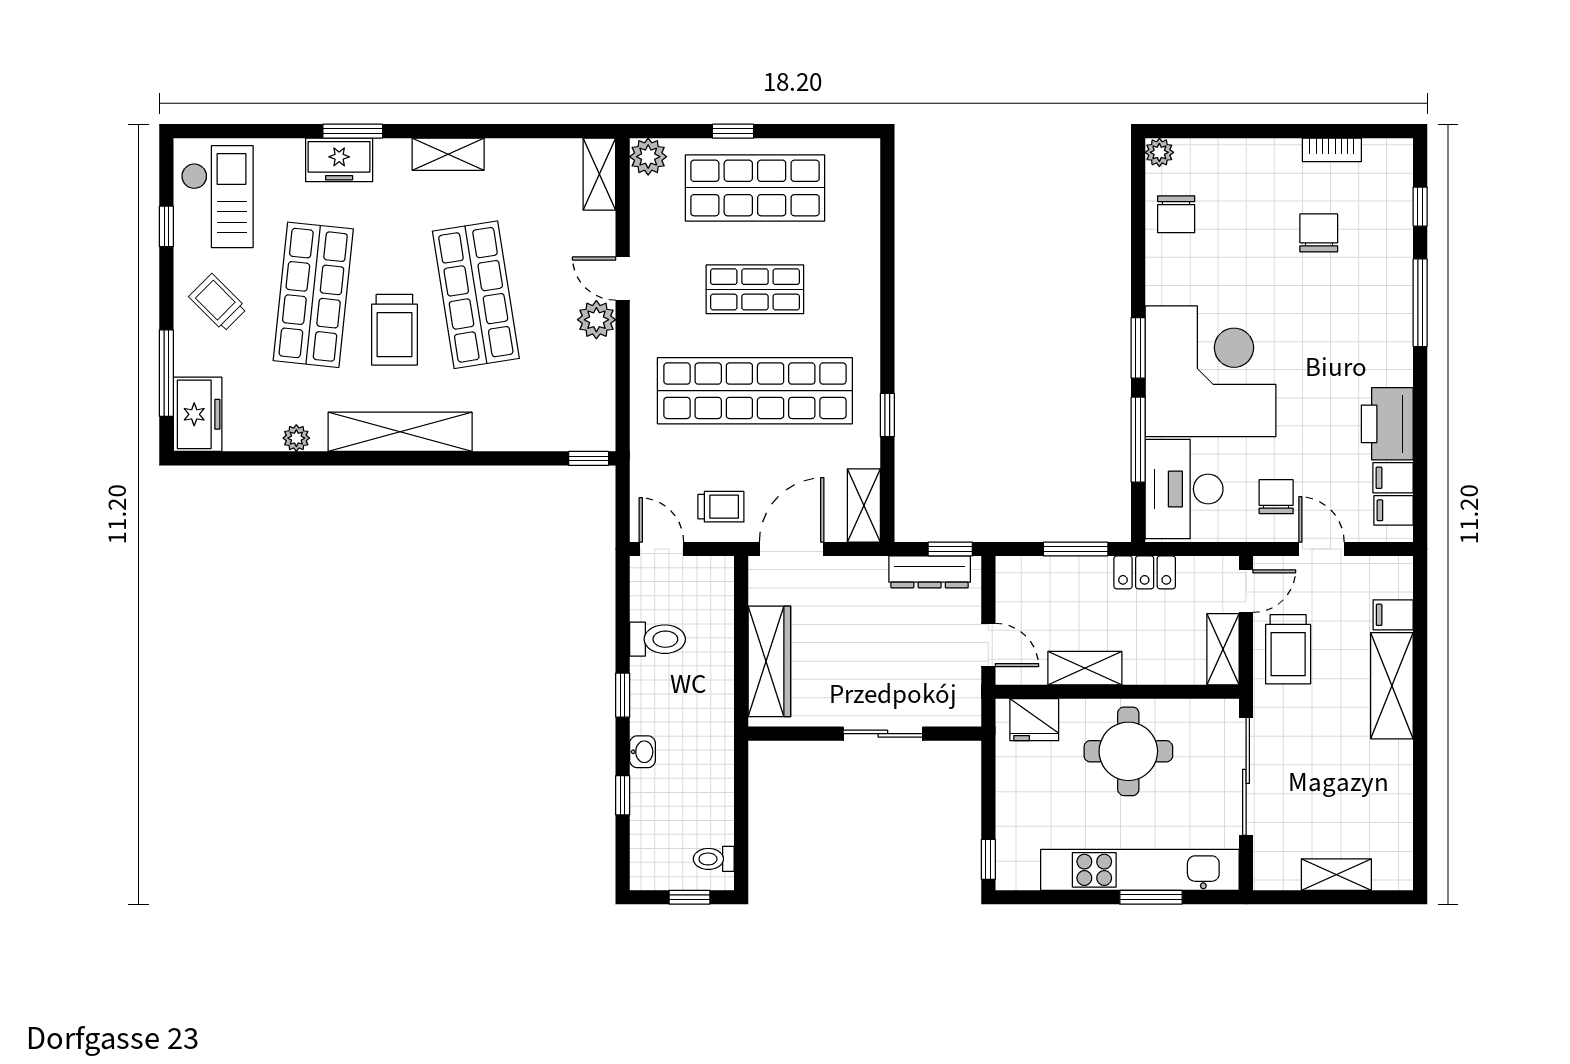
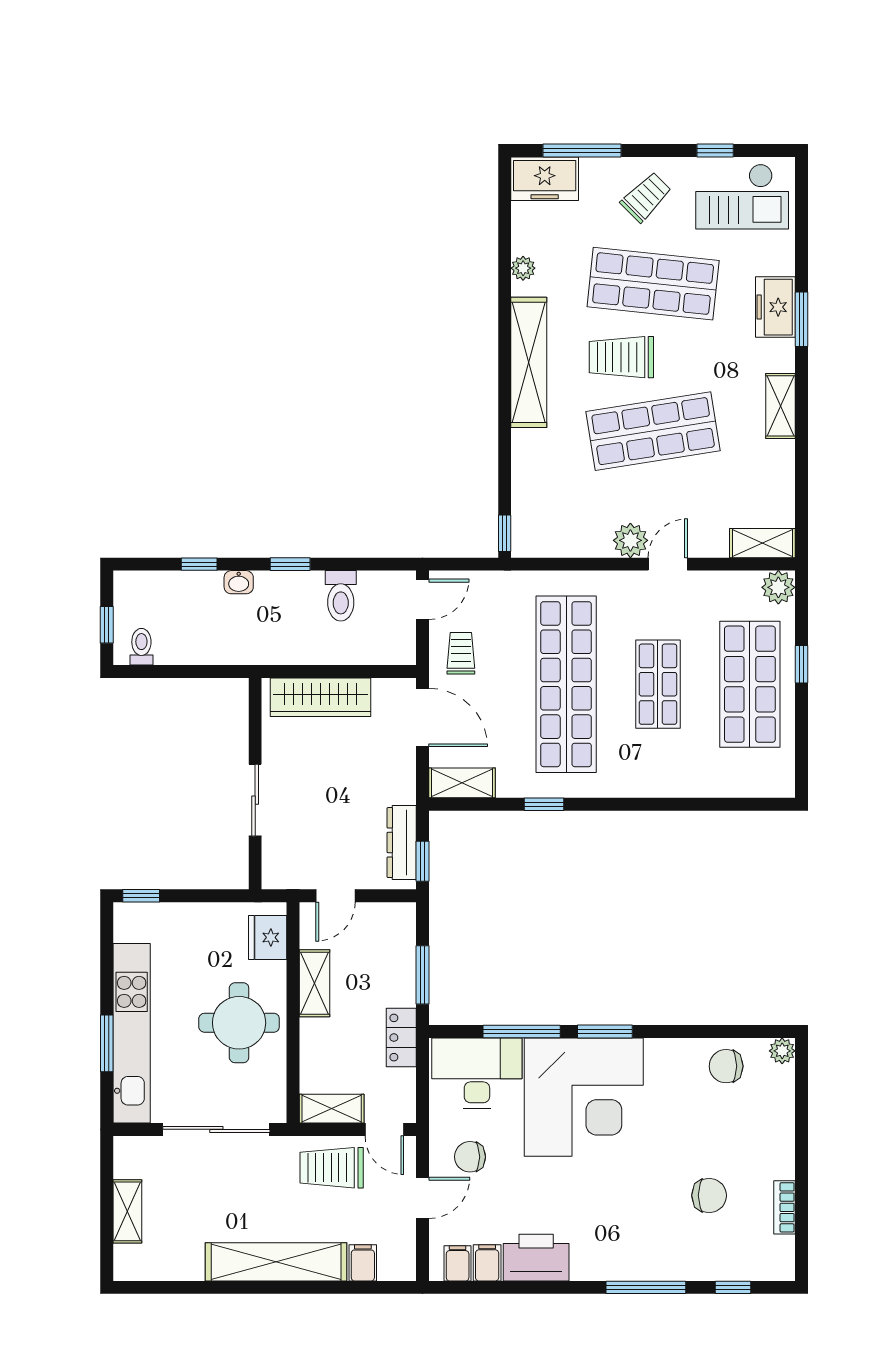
chair: (1276, 497) -> (470, 1157), turned 180
trolley: (721, 507) -> (461, 653), turned 180
shelving: (1392, 686) -> (276, 1262), width x1.47

